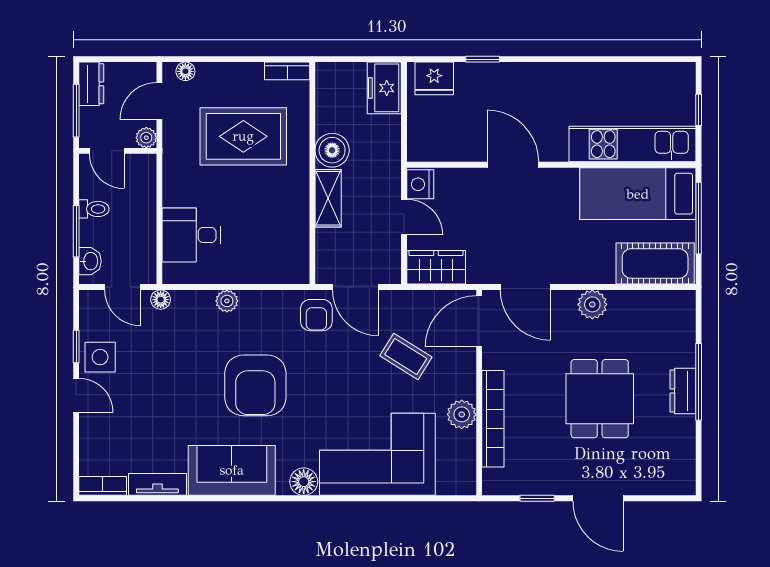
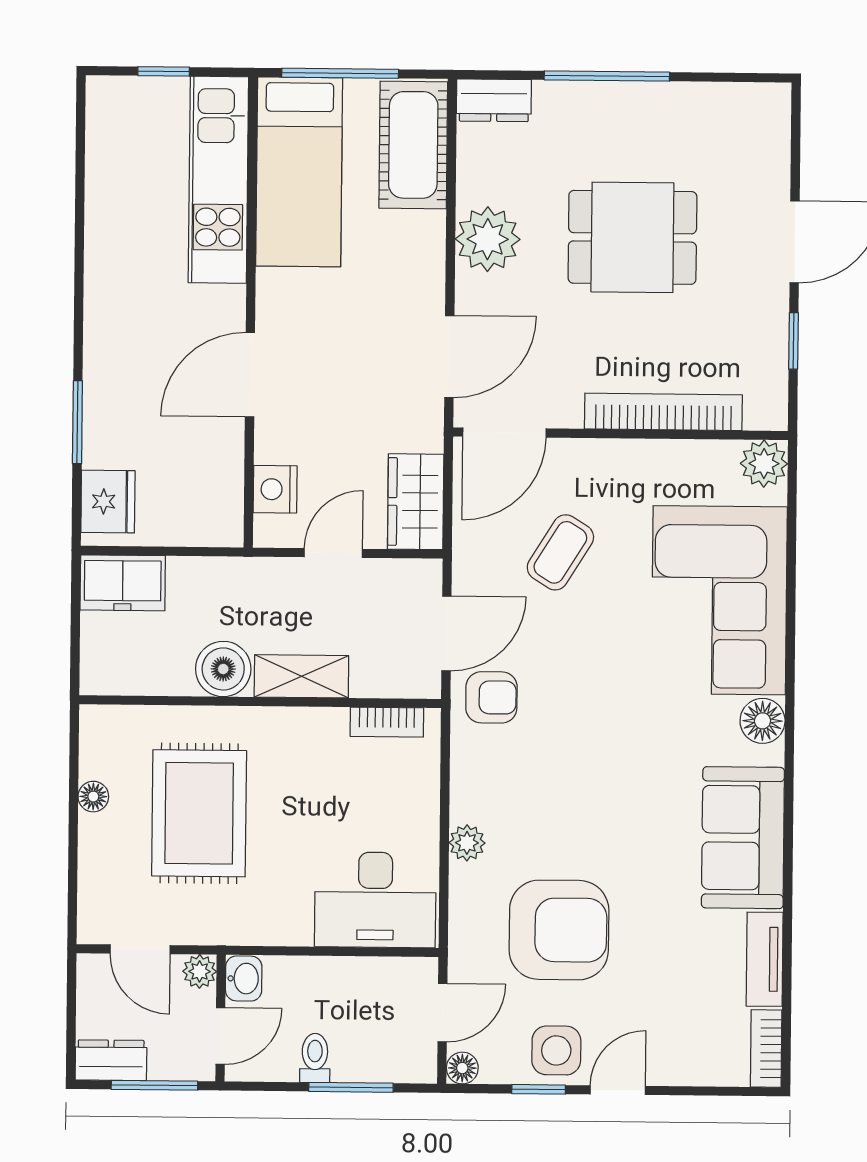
window: (483, 59) -> (77, 422), width x1.50
floor lamp: (185, 71) -> (93, 797), moved
bookcase: (287, 71) -> (387, 722), moved, turned 90
nightstand: (420, 184) -> (275, 489), moved, turned 90
desk: (191, 235) -> (375, 900), width x1.37
washbasin: (90, 261) -> (244, 979), moved, turned 90
floor lamp: (161, 300) -> (462, 1068), moved
plant: (592, 304) -> (488, 239), width x1.36, depth x1.36
door: (479, 321) -> (504, 433), hinge flipped
armchair: (255, 385) -> (559, 930), moved
dresser: (683, 391) -> (494, 100), moved
plant: (462, 414) -> (764, 464), moved

